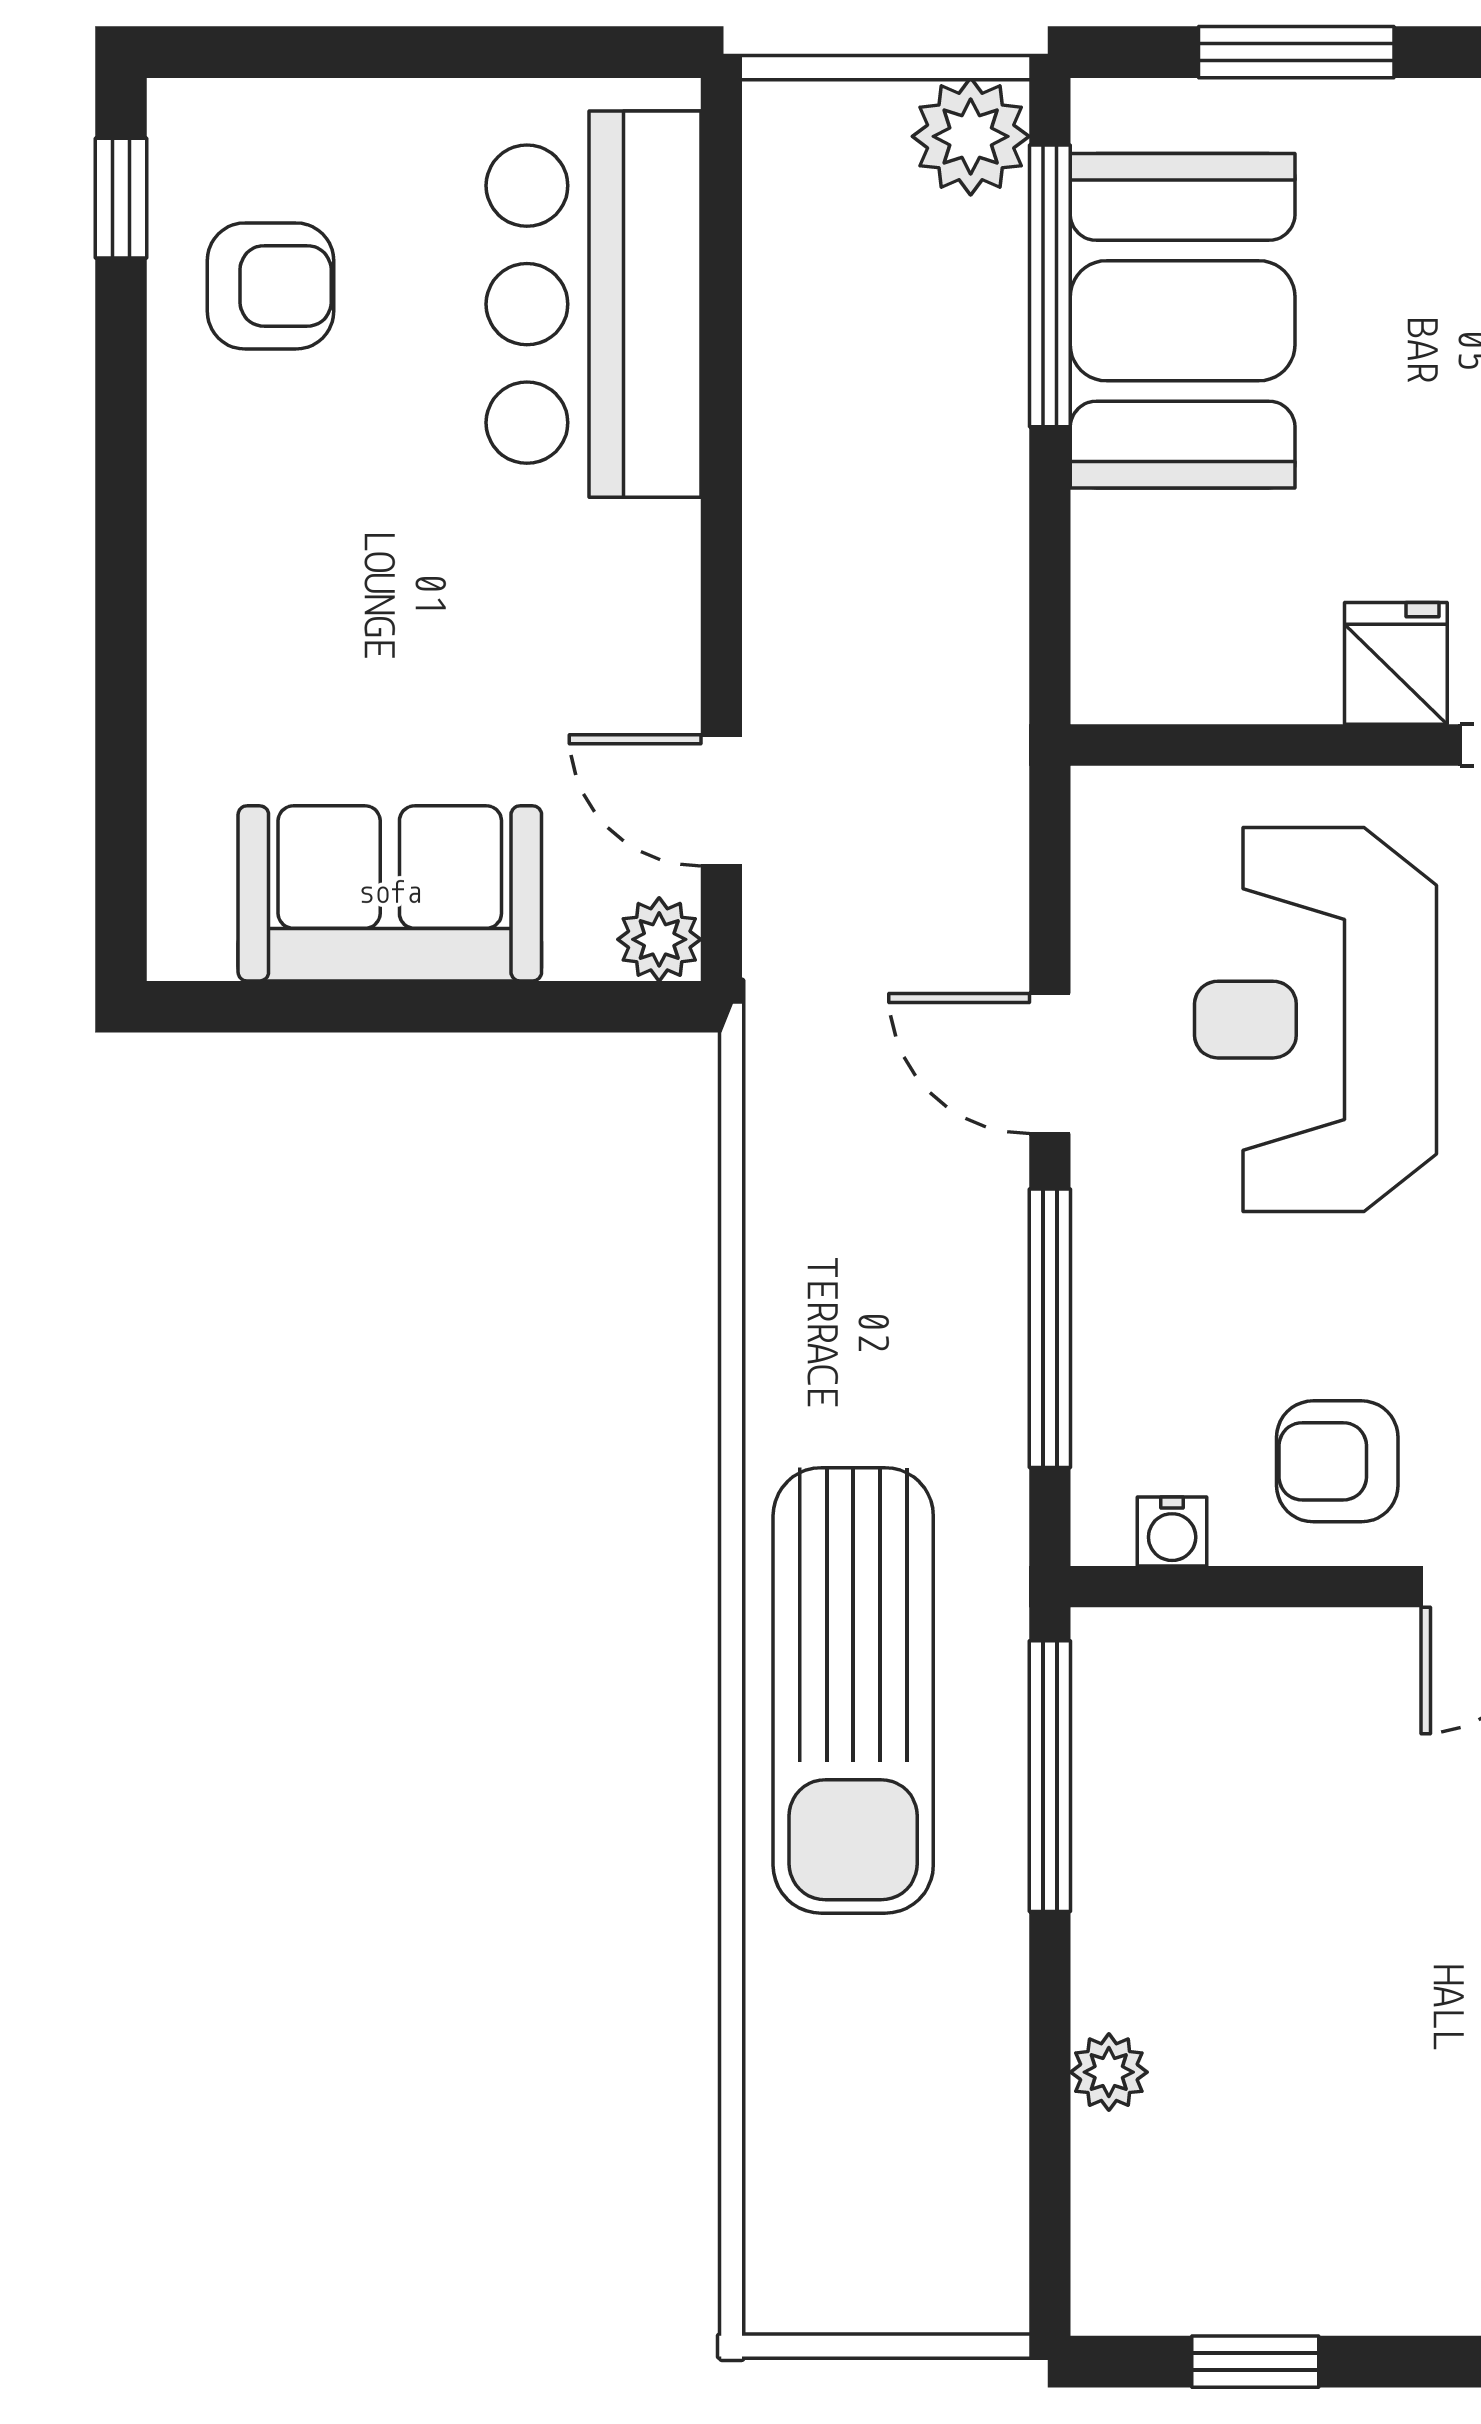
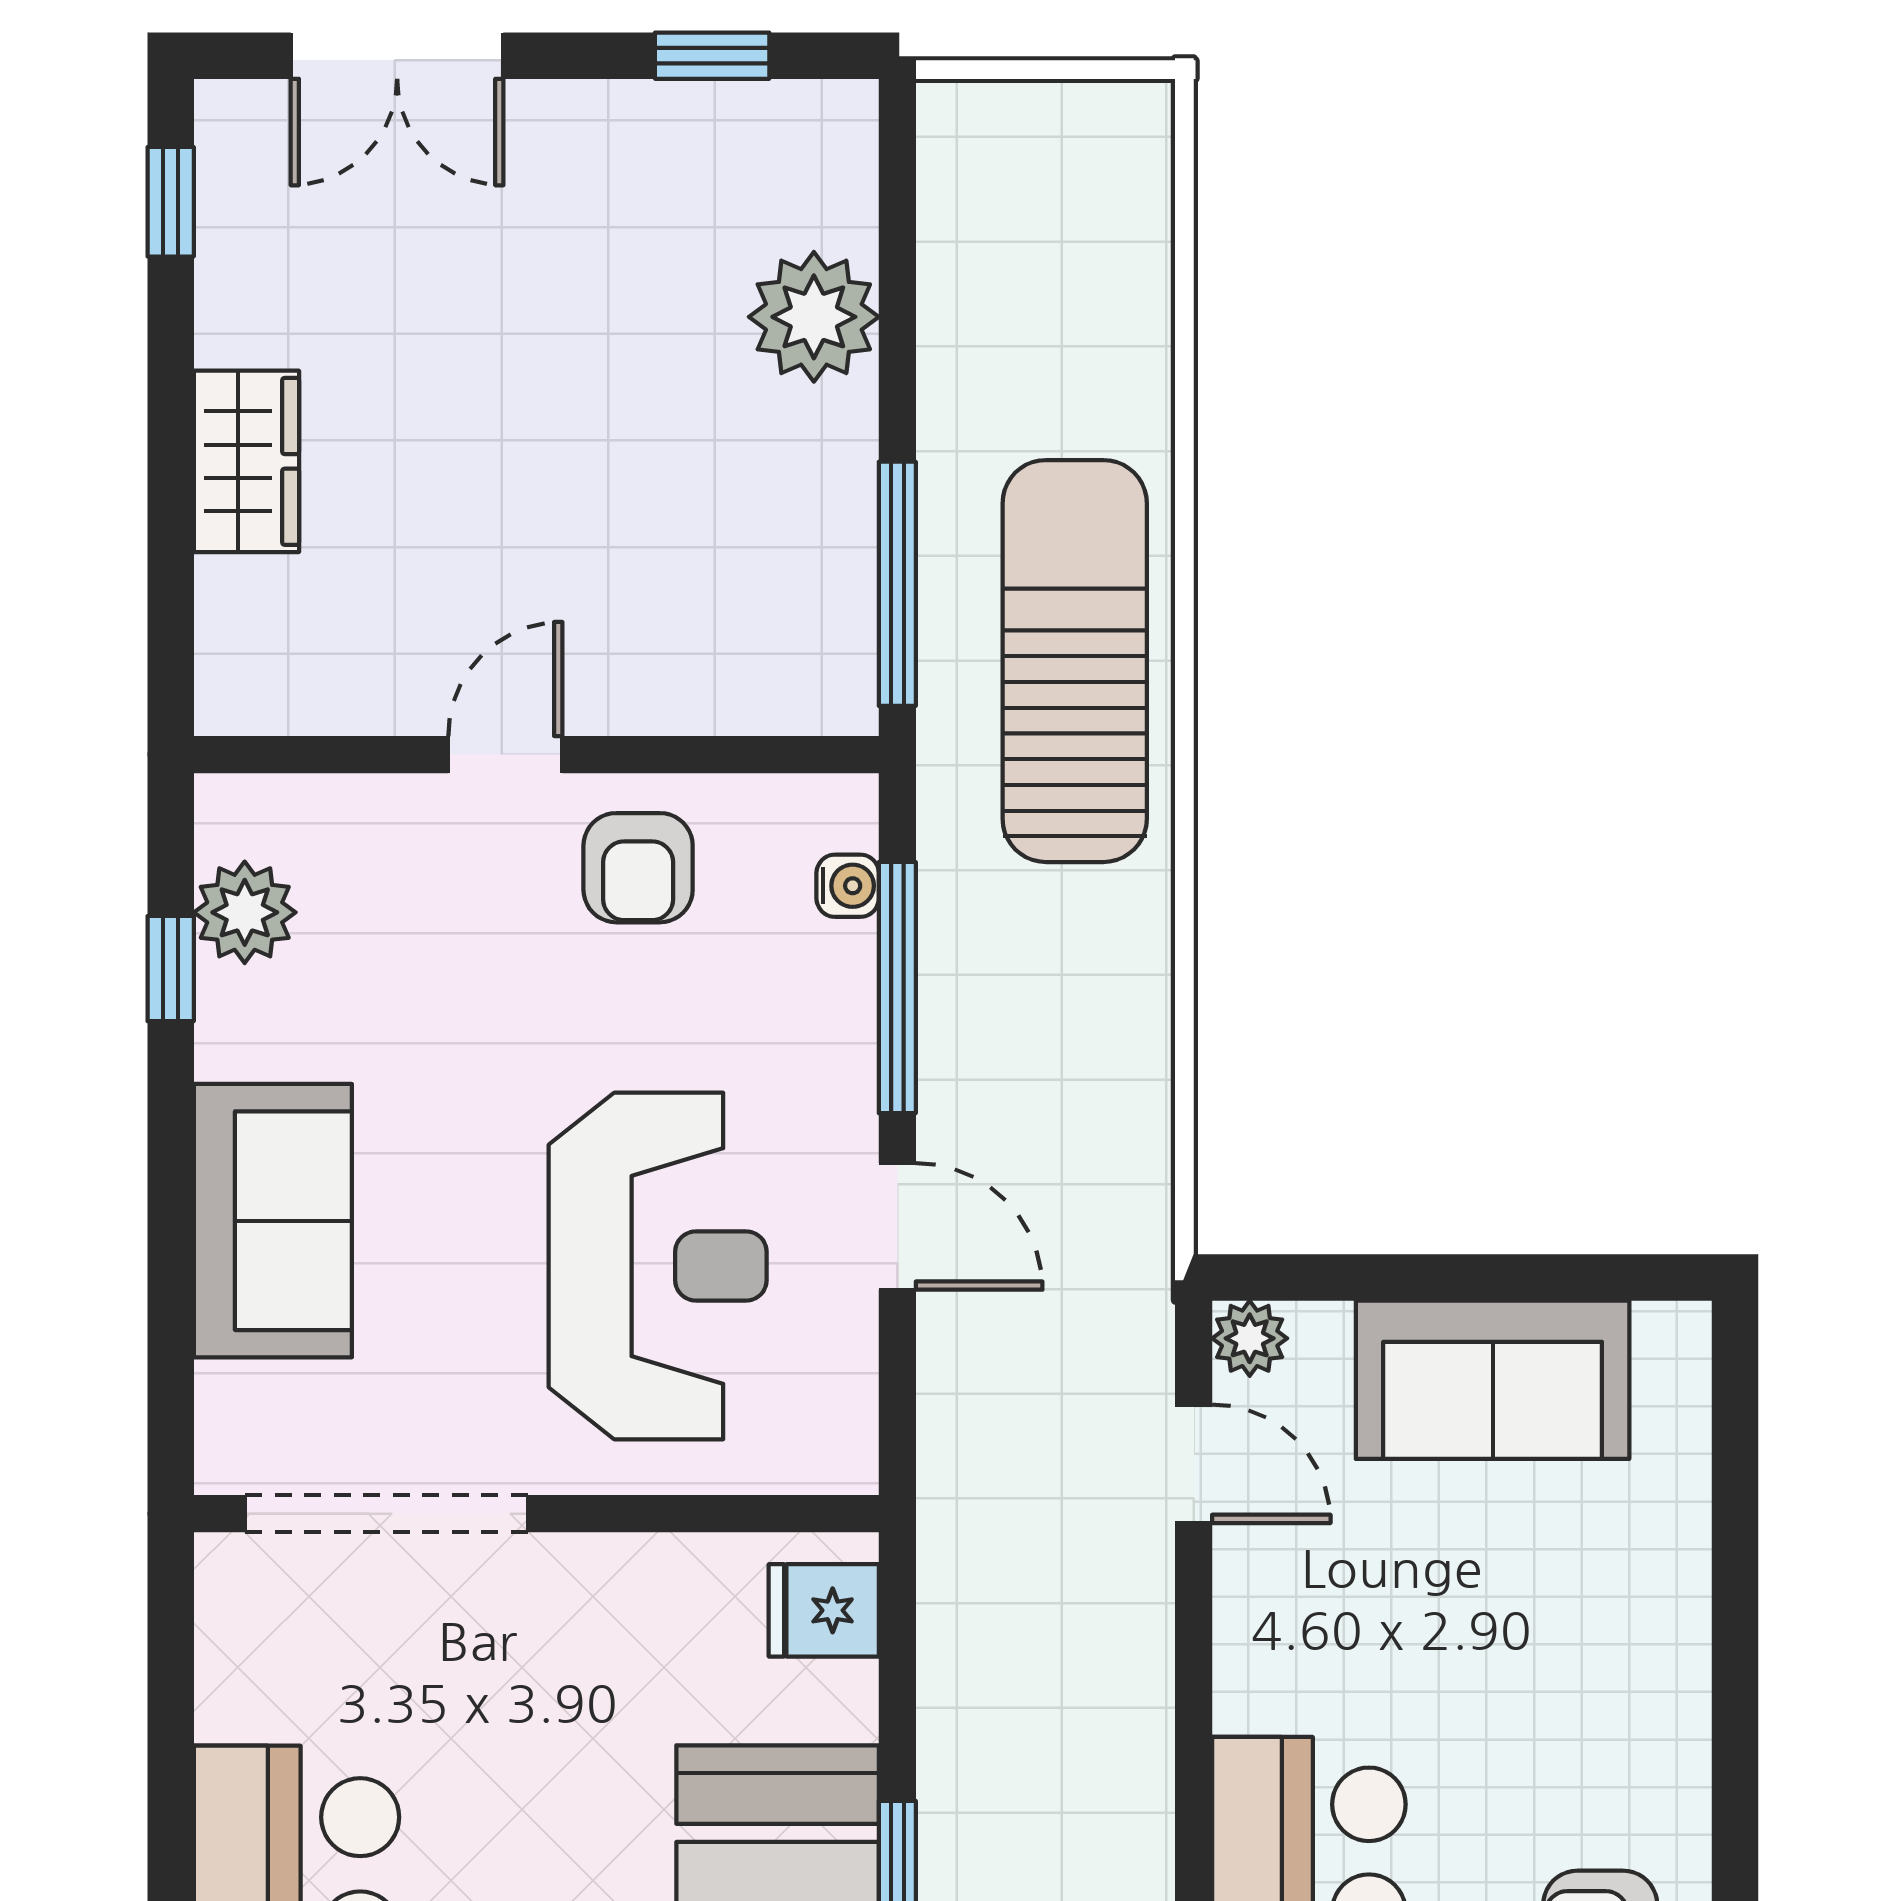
fridge: (1396, 663) -> (824, 1610), moved, turned 90
armchair: (1337, 1461) -> (638, 868), turned 90
water cooler: (1172, 1532) -> (848, 886), moved, turned 90
plant: (1109, 2072) -> (814, 317), width x1.87, depth x1.87

